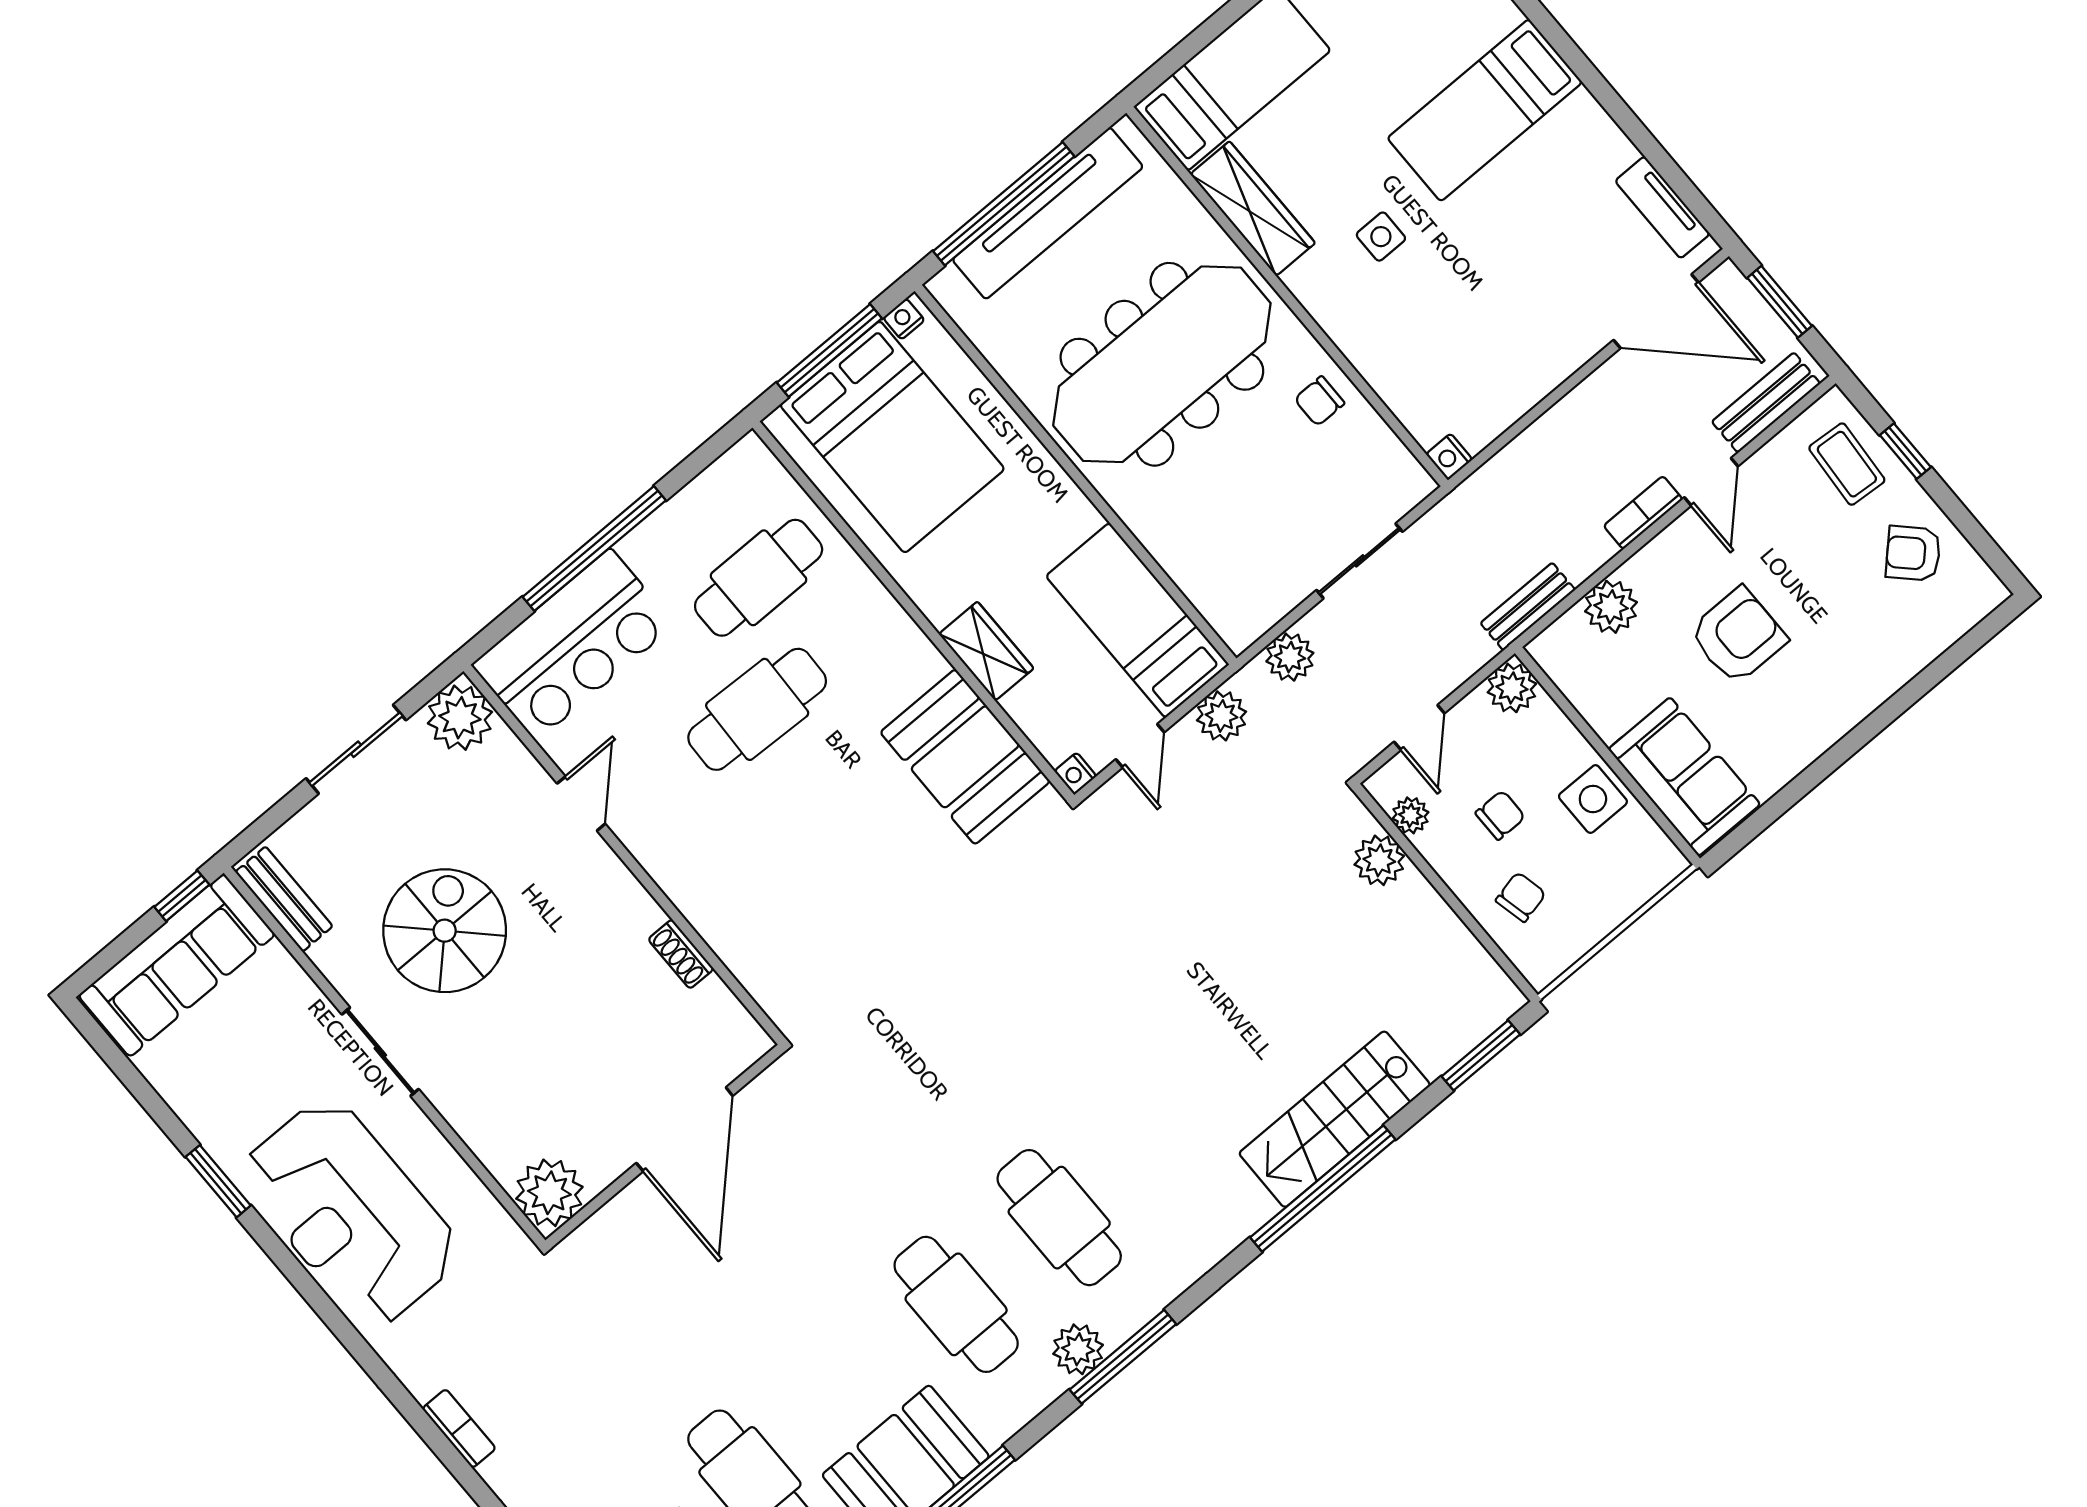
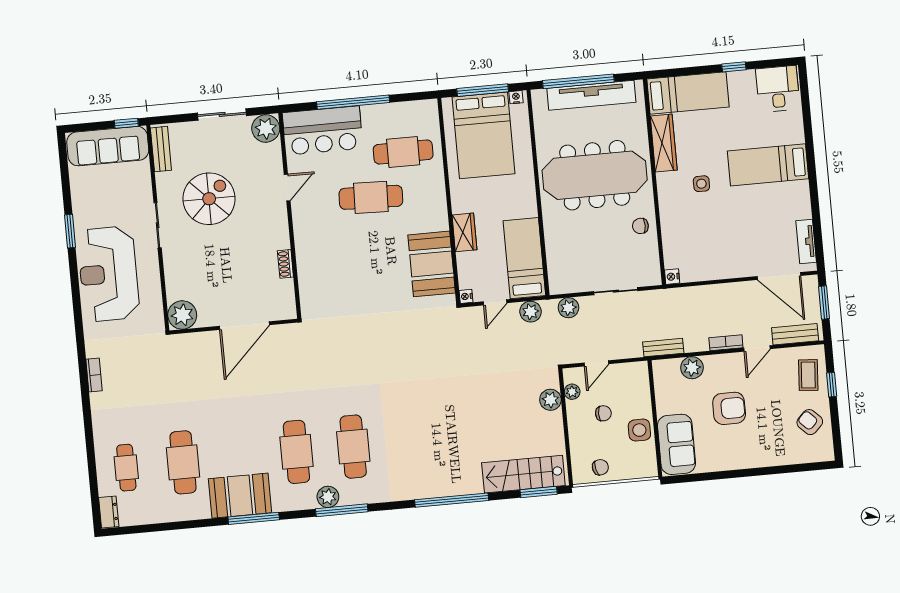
plant: (1512, 688) -> (638, 372), removed
chair: (1521, 897) -> (600, 467), moved
stairs: (1335, 1119) -> (523, 474), moved

